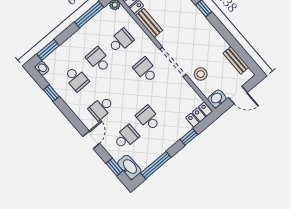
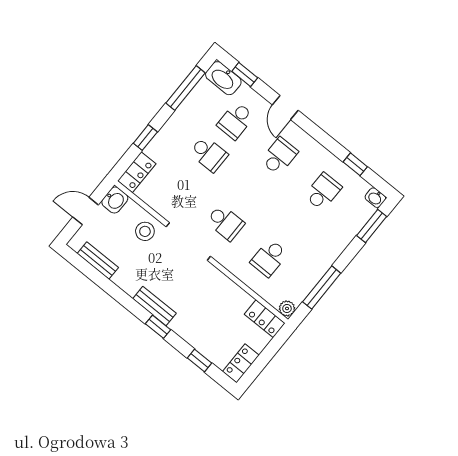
bench: (149, 23) -> (154, 306), moved
school desk: (98, 60) -> (296, 225), removed
school desk: (76, 79) -> (323, 192), turned 90

